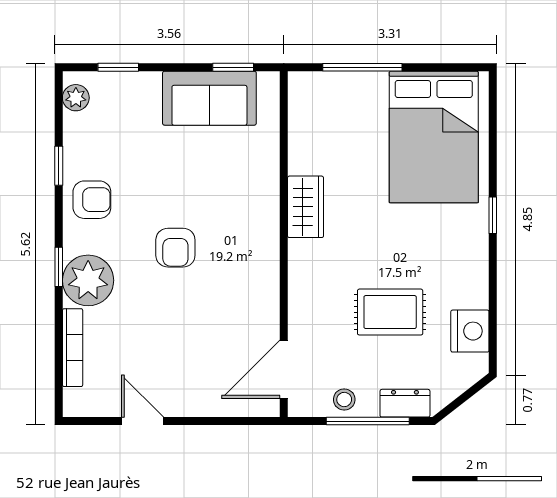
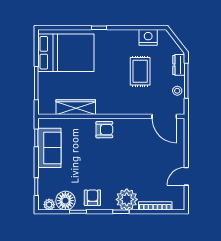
floor lamp: (85, 136) -> (65, 201), added
wardrobe: (306, 207) -> (76, 107), moved, width x1.50
armchair: (175, 248) -> (104, 130), moved

